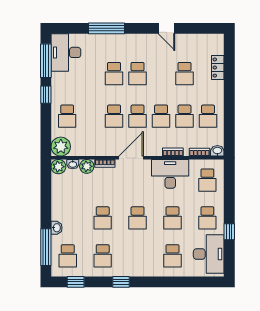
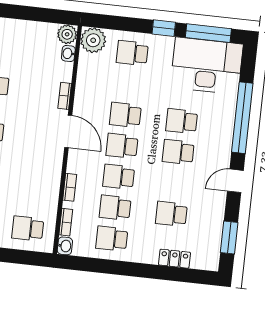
window: (107, 28) -> (242, 118), width x1.46
door: (166, 28) -> (235, 181), moved
window: (197, 28) -> (229, 237), added
desk: (66, 52) -> (207, 66), width x1.36, depth x1.30
plant: (87, 166) -> (63, 72), removed
desk: (170, 174) -> (41, 180), removed

